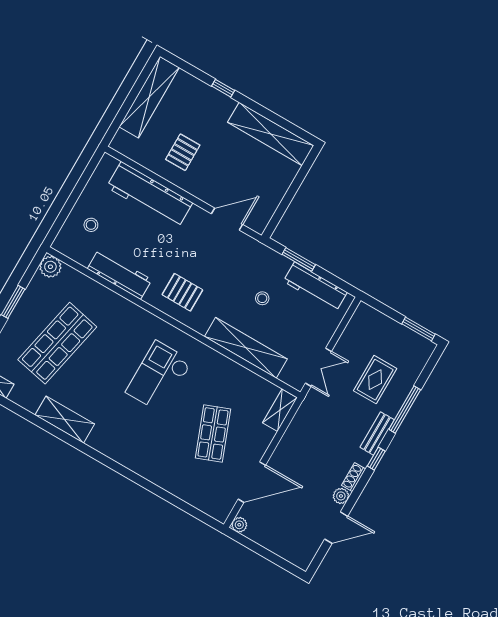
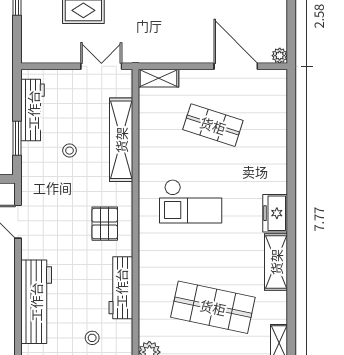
shop shelf: (213, 433) -> (213, 125), turned 39
freezer: (107, 443) -> (275, 213), added

